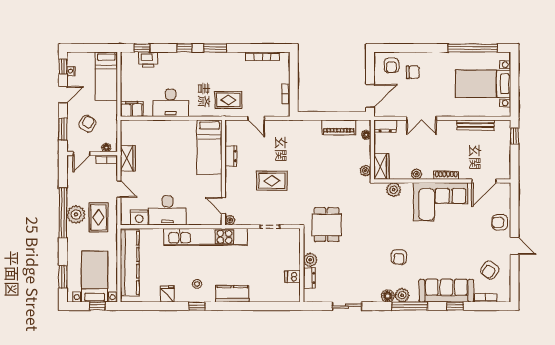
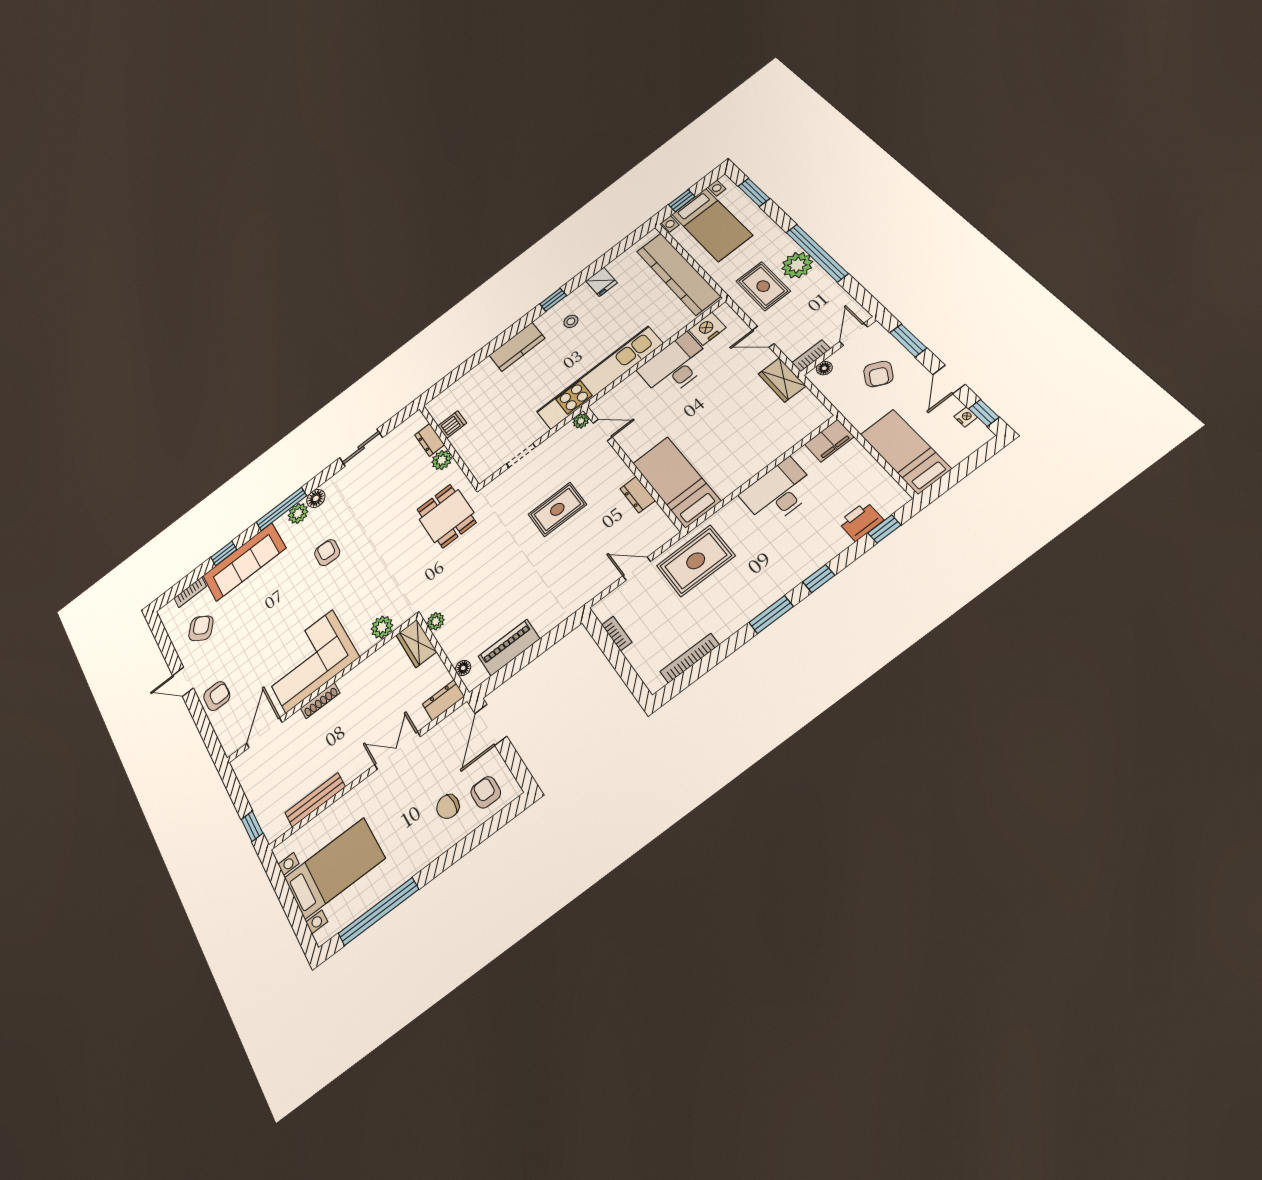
rug: (228, 100) -> (696, 561), width x1.36, depth x1.43
plant: (416, 174) -> (362, 671), removed

